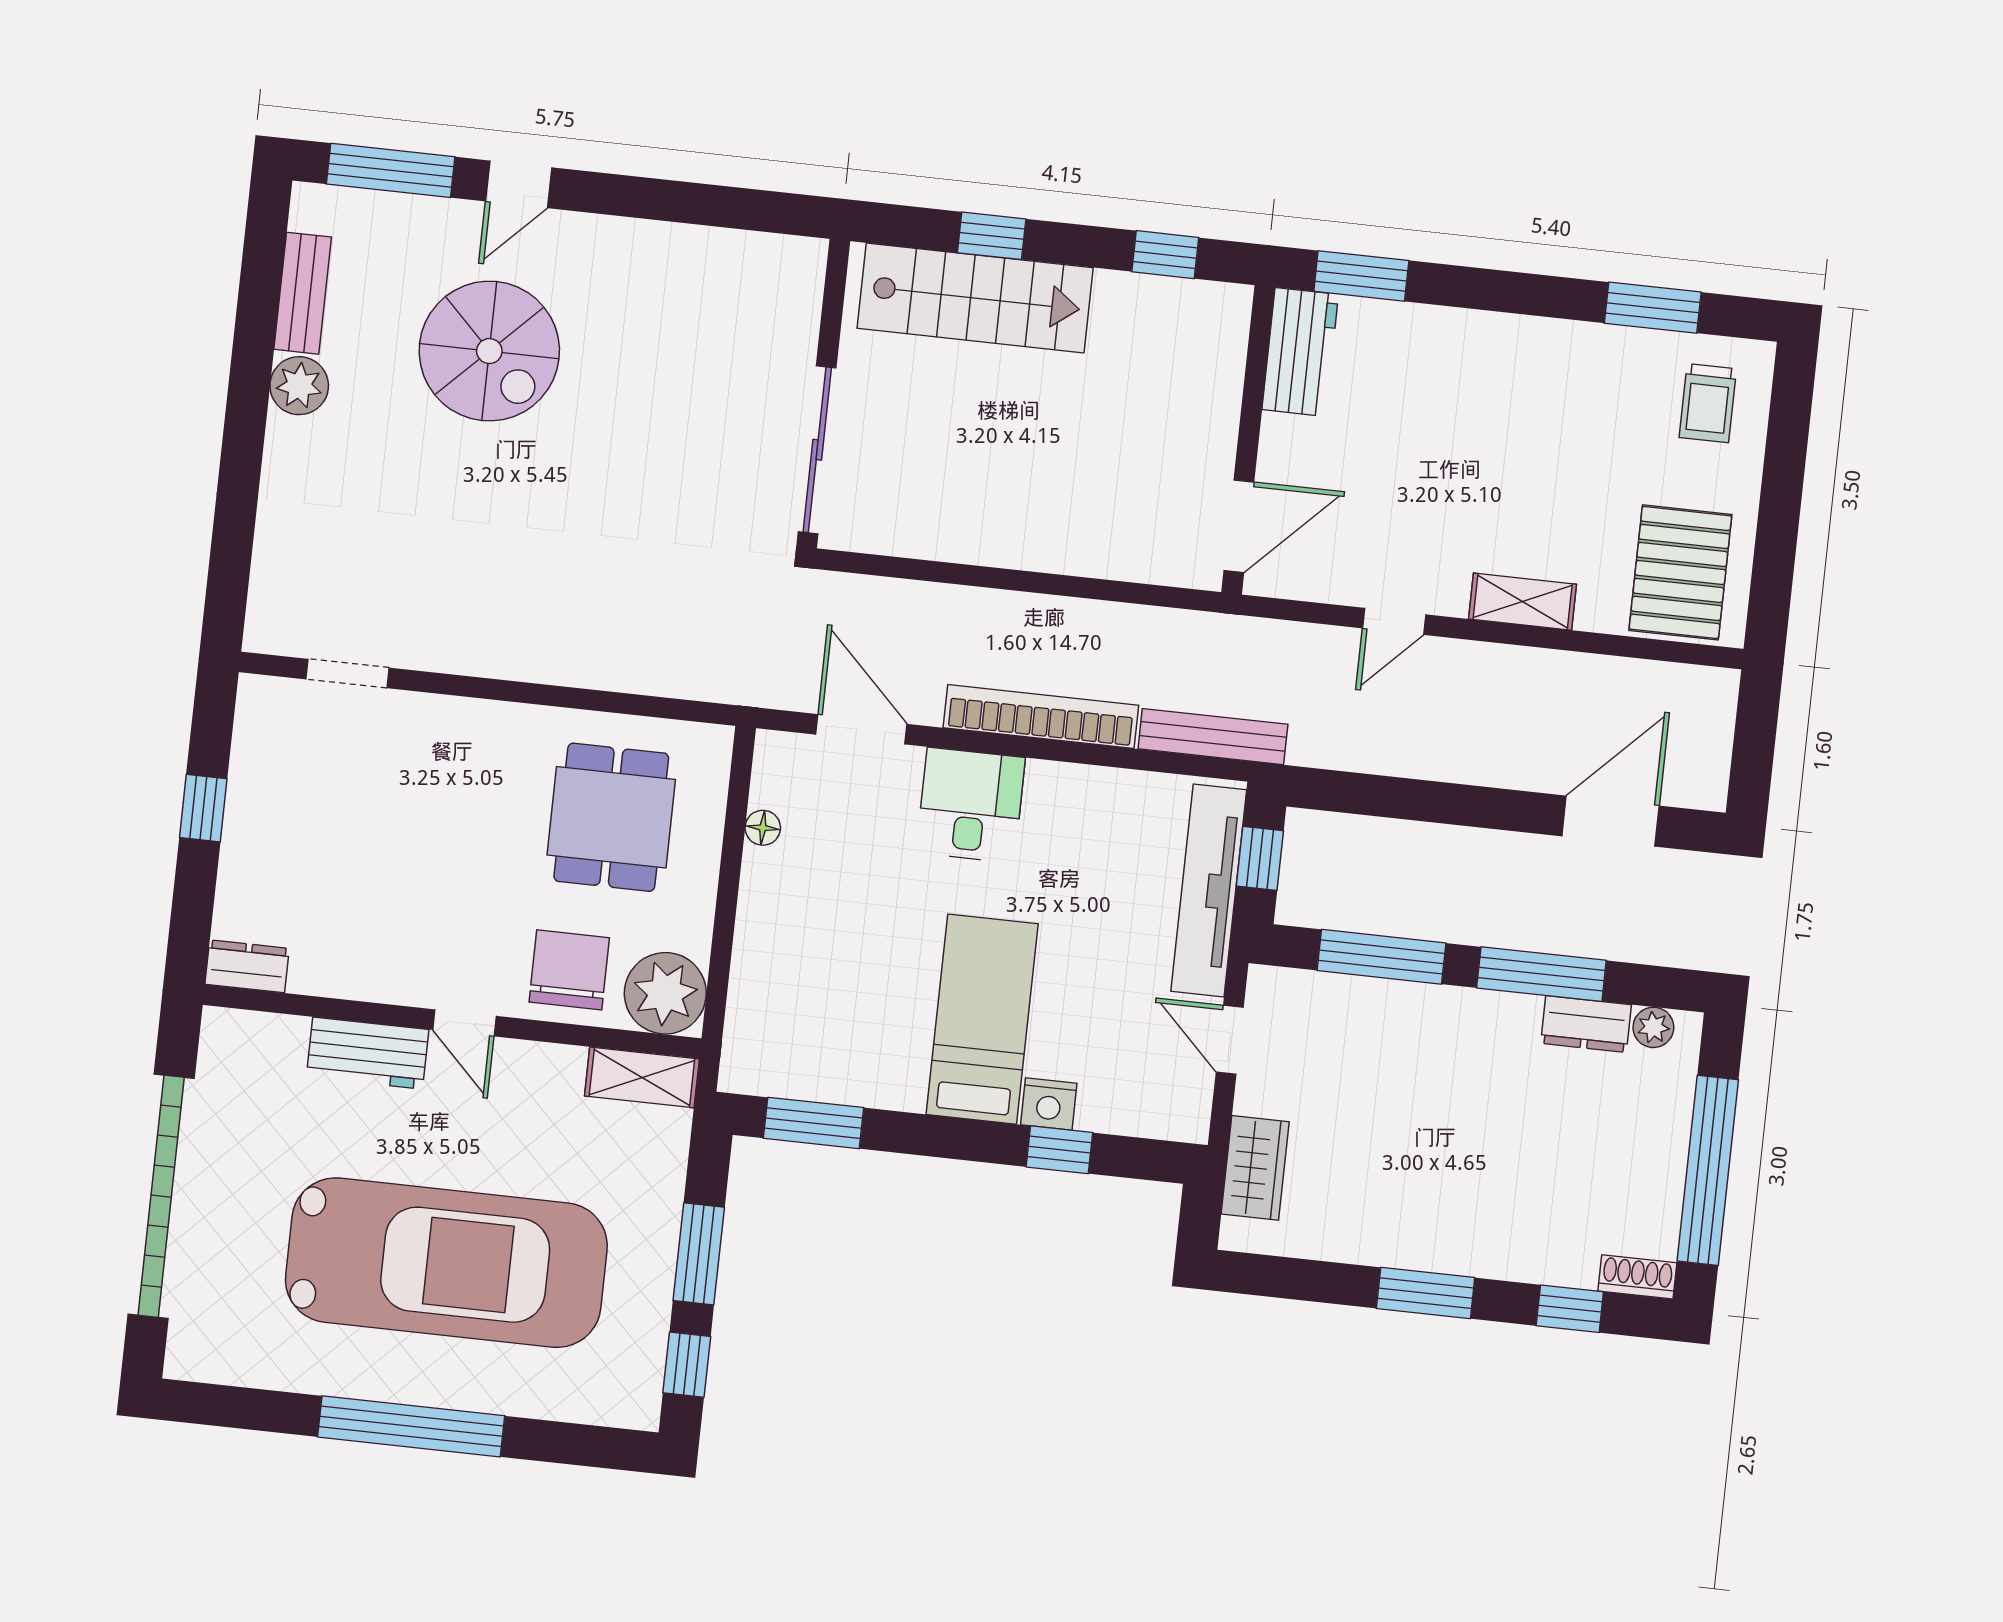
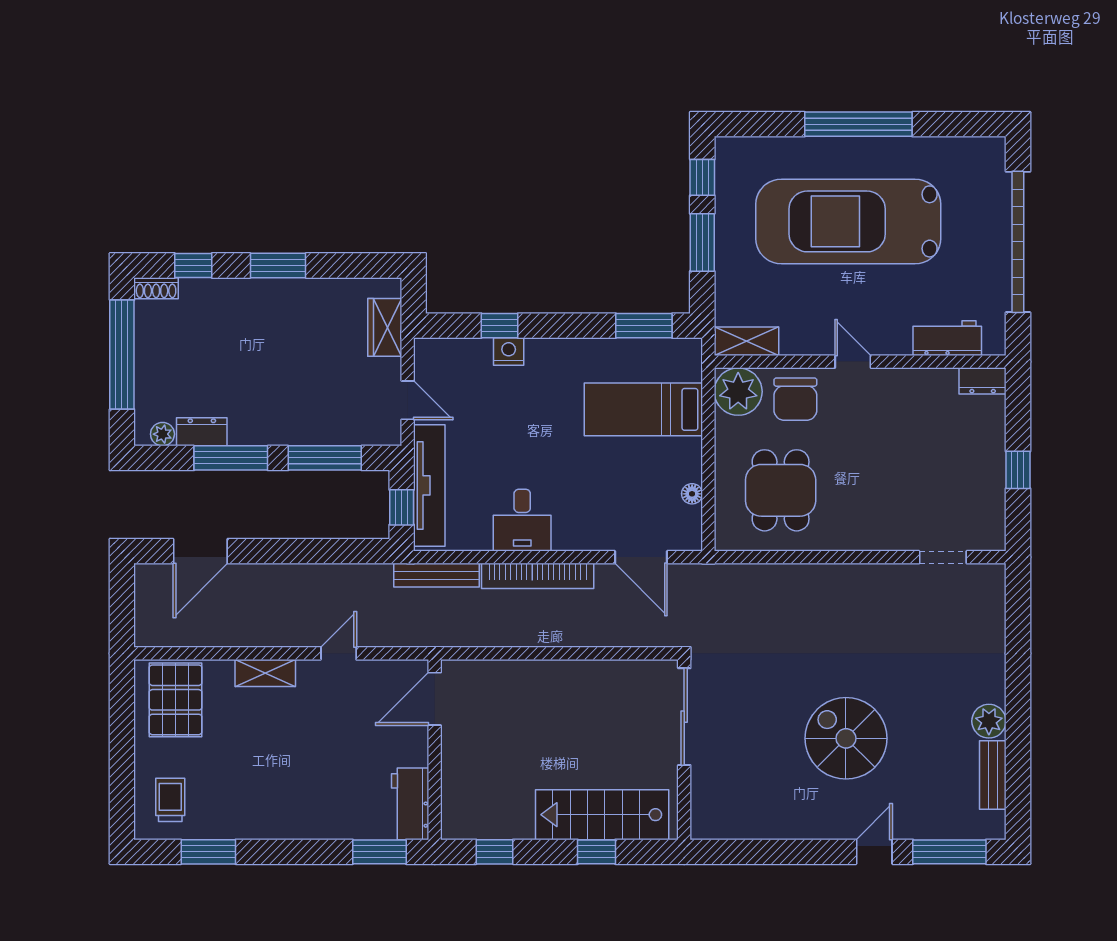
spiral stairs: (489, 351) -> (846, 738), moved
desk: (971, 805) -> (522, 520), moved
bed: (982, 1019) -> (643, 409), moved, turned 90
workbench: (368, 1053) -> (947, 338), moved

